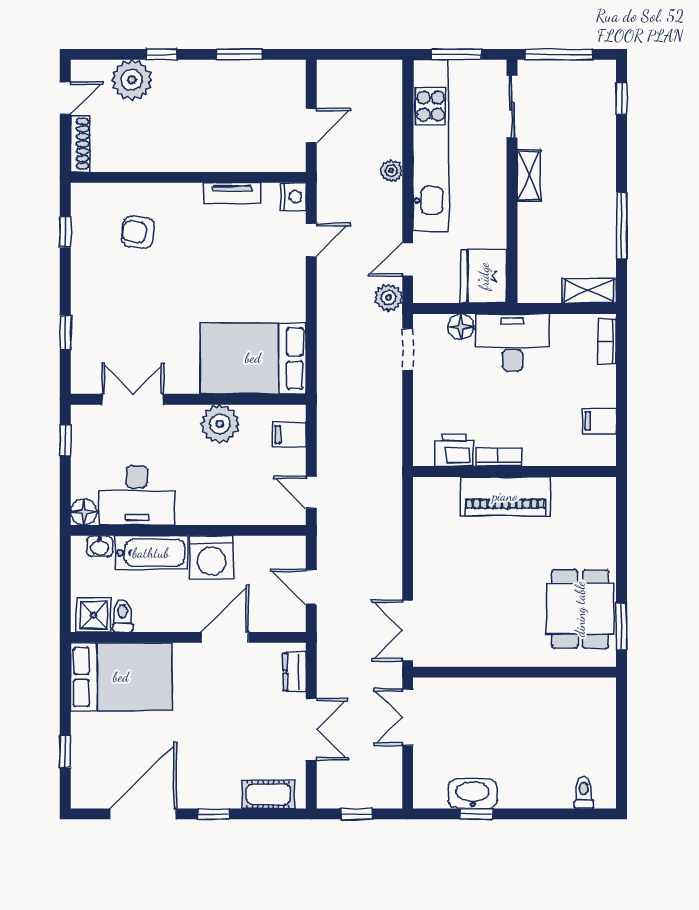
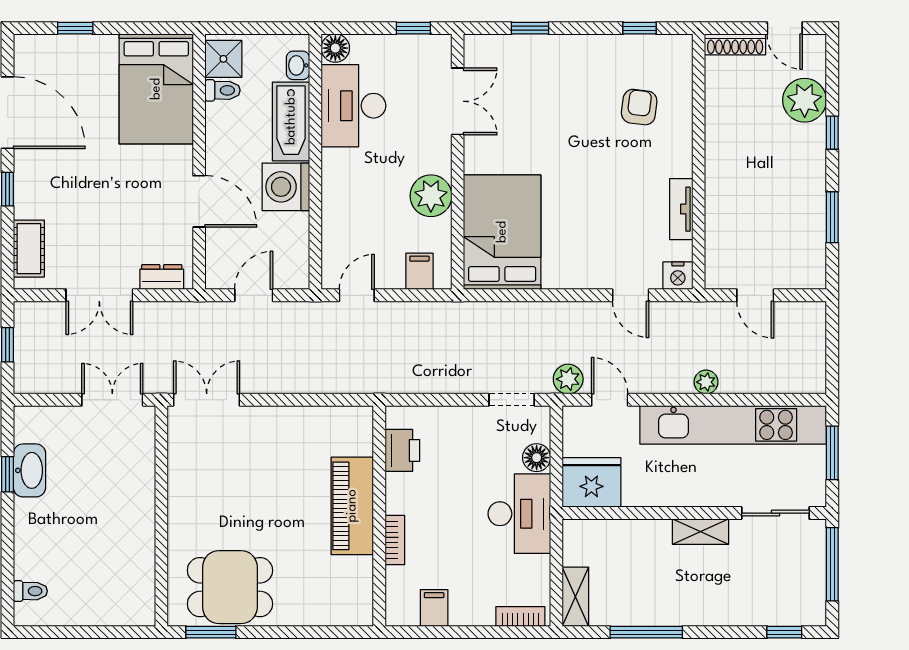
bookcase: (498, 457) -> (395, 540), moved

